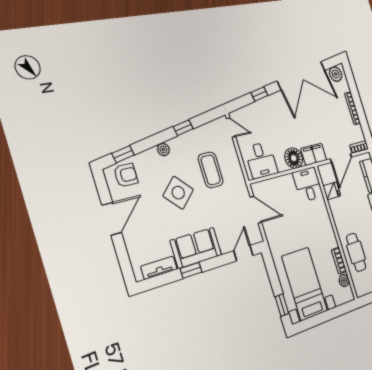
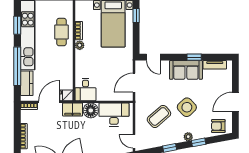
window: (123, 154) -> (199, 142), moved
desk: (261, 160) -> (114, 115), width x1.37
coffee table: (211, 170) -> (159, 116), turned 49
fridge: (332, 191) -> (66, 95), moved
door: (256, 210) -> (134, 83), hinge flipped
door: (243, 253) -> (153, 57), hinge flipped
plant: (344, 281) -> (80, 45), moved

